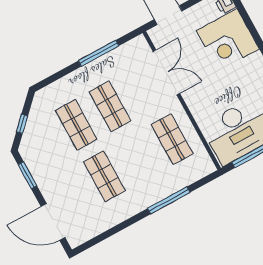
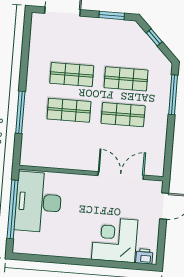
window: (99, 53) -> (173, 95), moved
double door: (166, 72) -> (121, 175), swing flipped
shop shelf: (172, 139) -> (69, 110), moved

